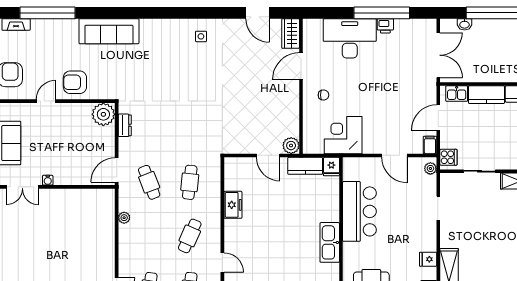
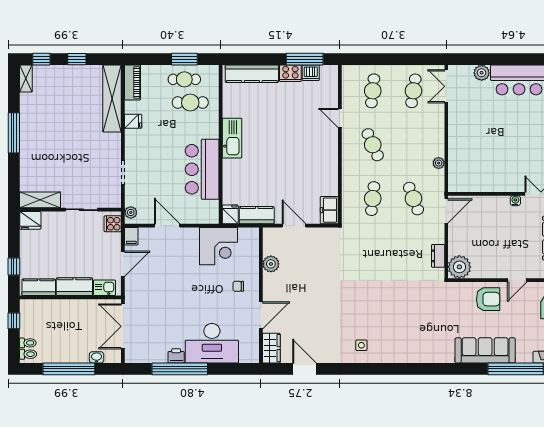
sofa: (109, 31) -> (485, 350), moved
plant: (291, 146) -> (271, 264), moved
freezer: (233, 205) -> (329, 210), moved
cafe table: (190, 236) -> (373, 145), turned -48

